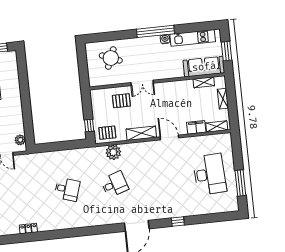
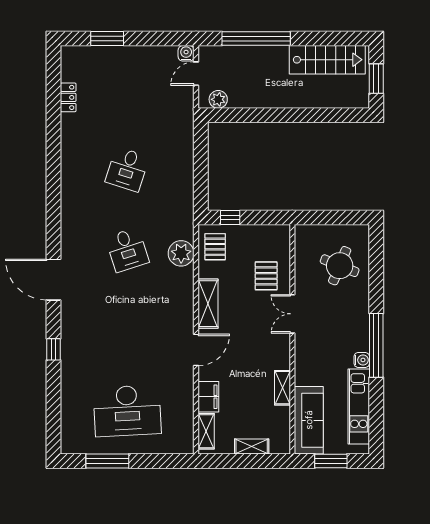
shelving: (204, 82) -> (282, 388), moved

